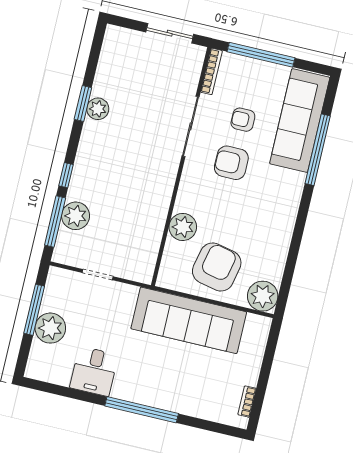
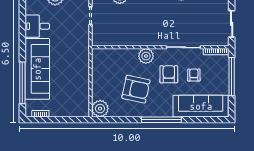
window: (318, 150) -> (161, 120), moved
plant: (183, 227) -> (146, 56), moved
armchair: (217, 267) -> (136, 89), moved
sofa: (189, 320) -> (37, 69), moved, turned 180
window: (142, 410) -> (22, 83), moved

